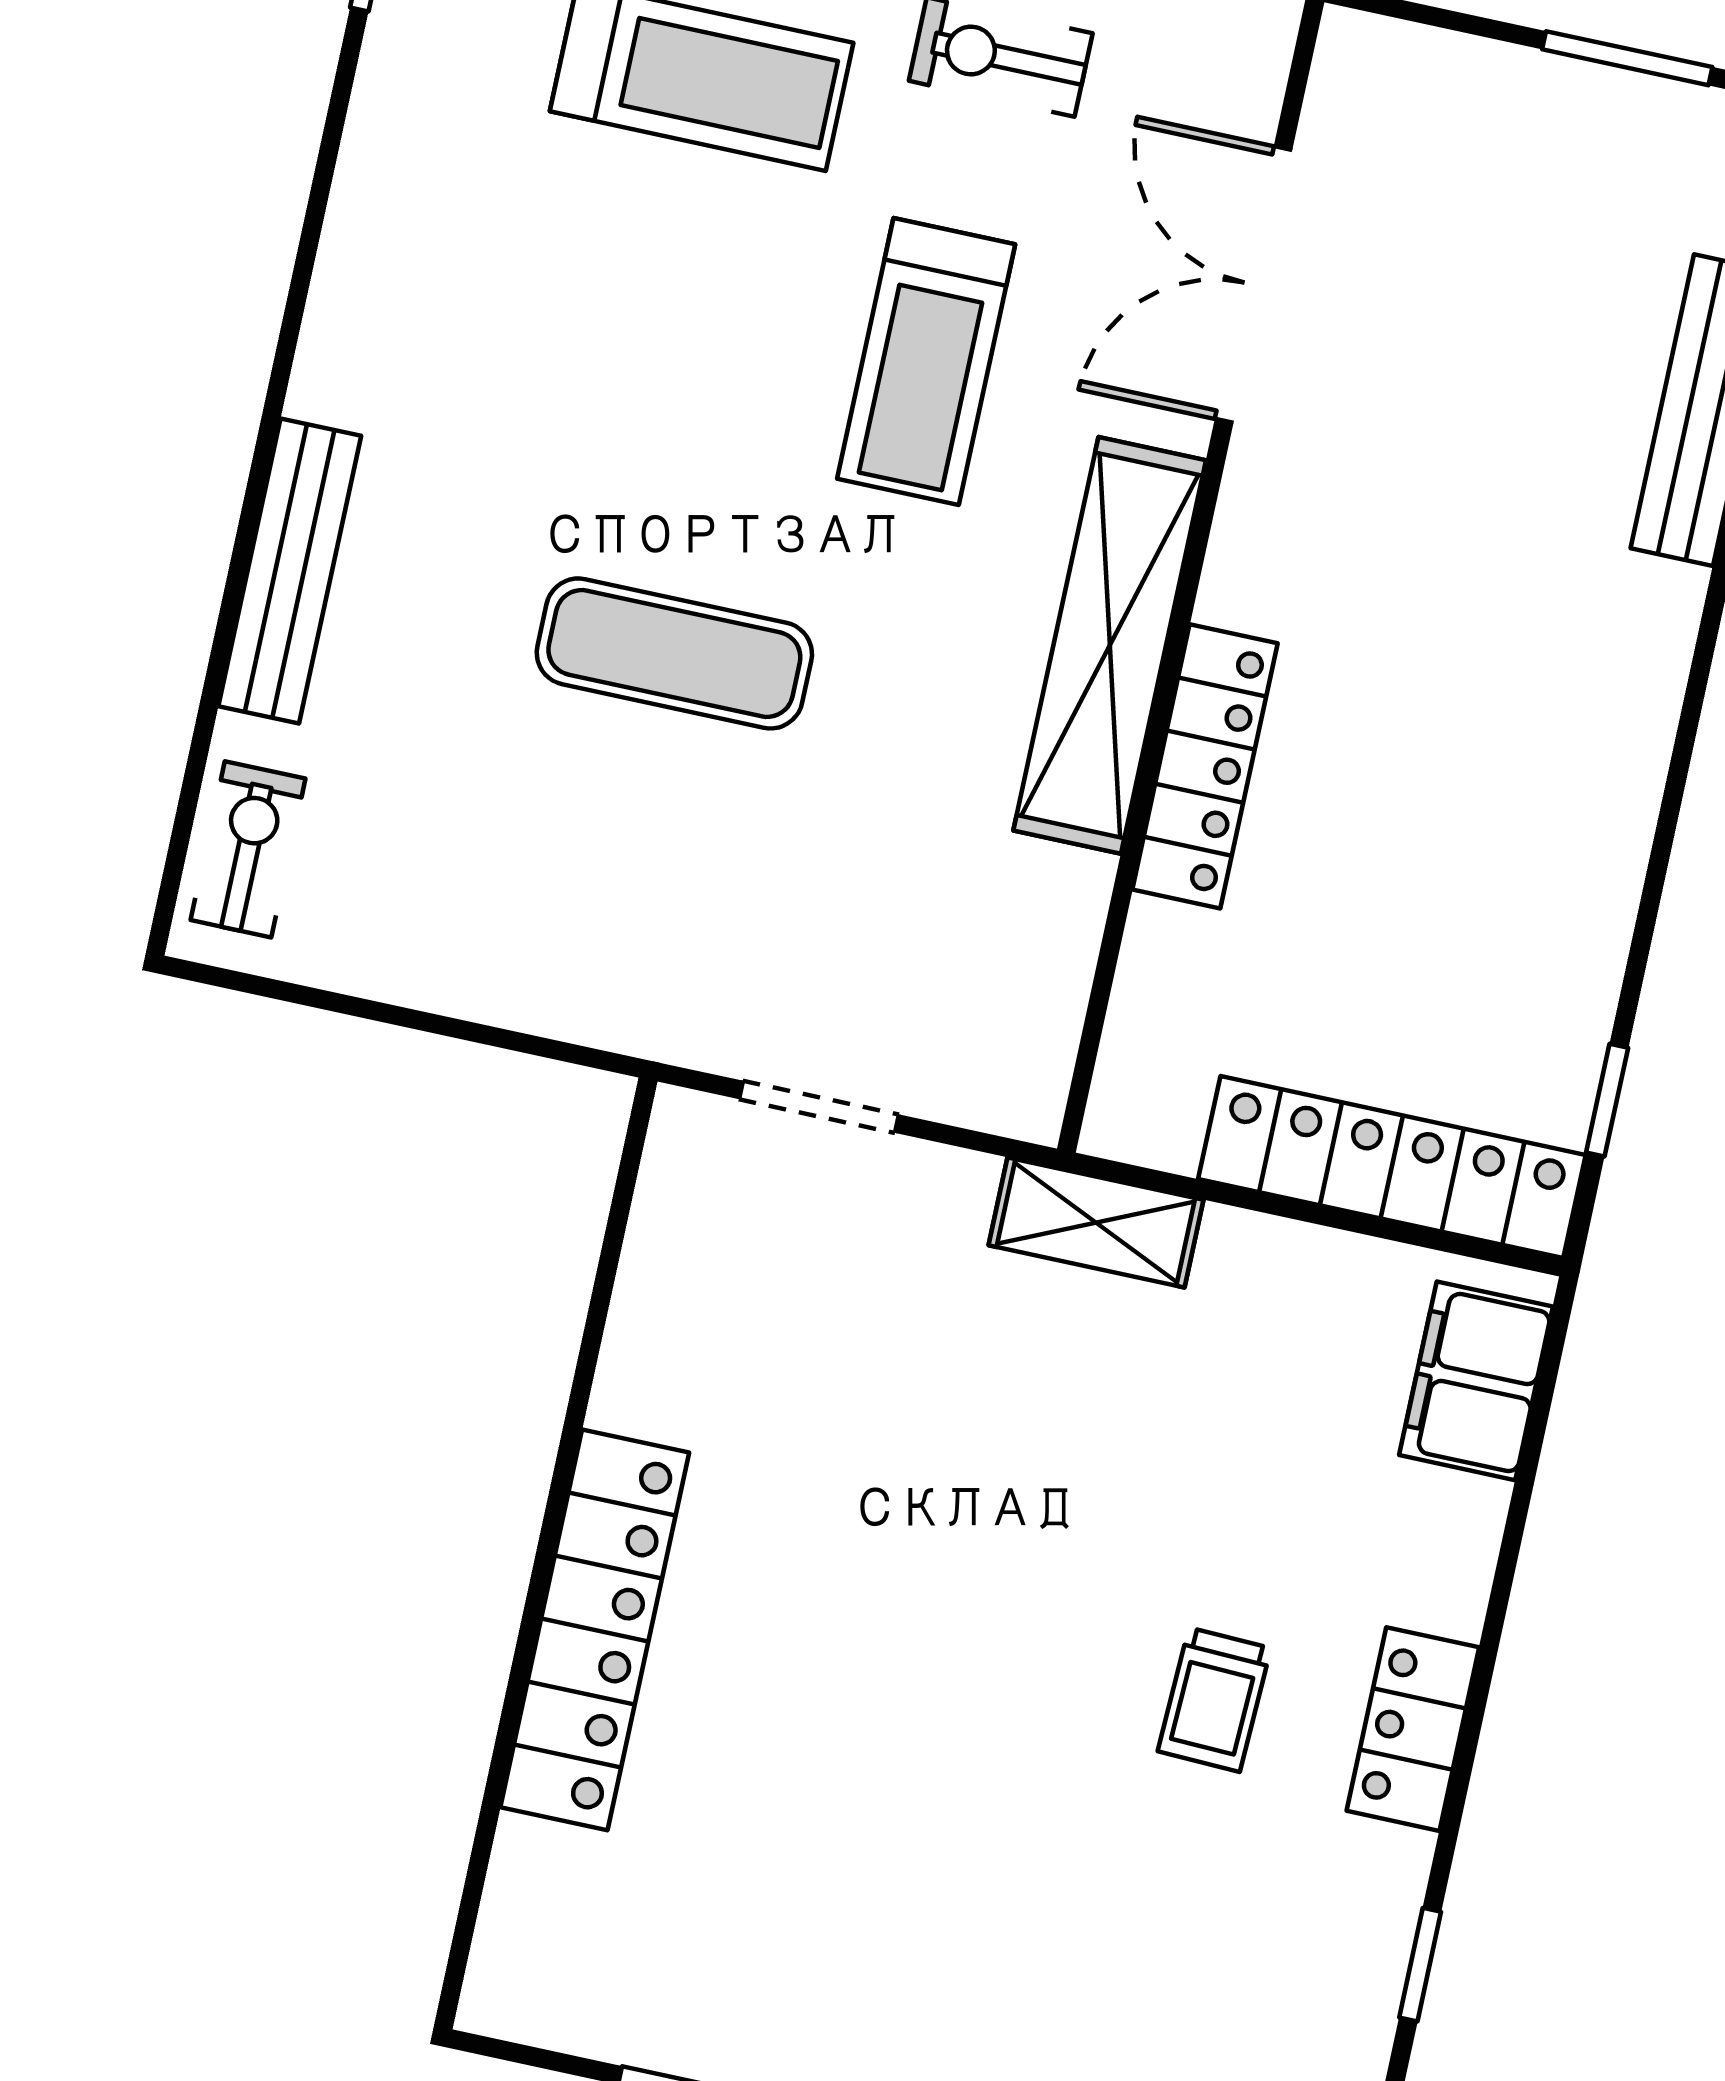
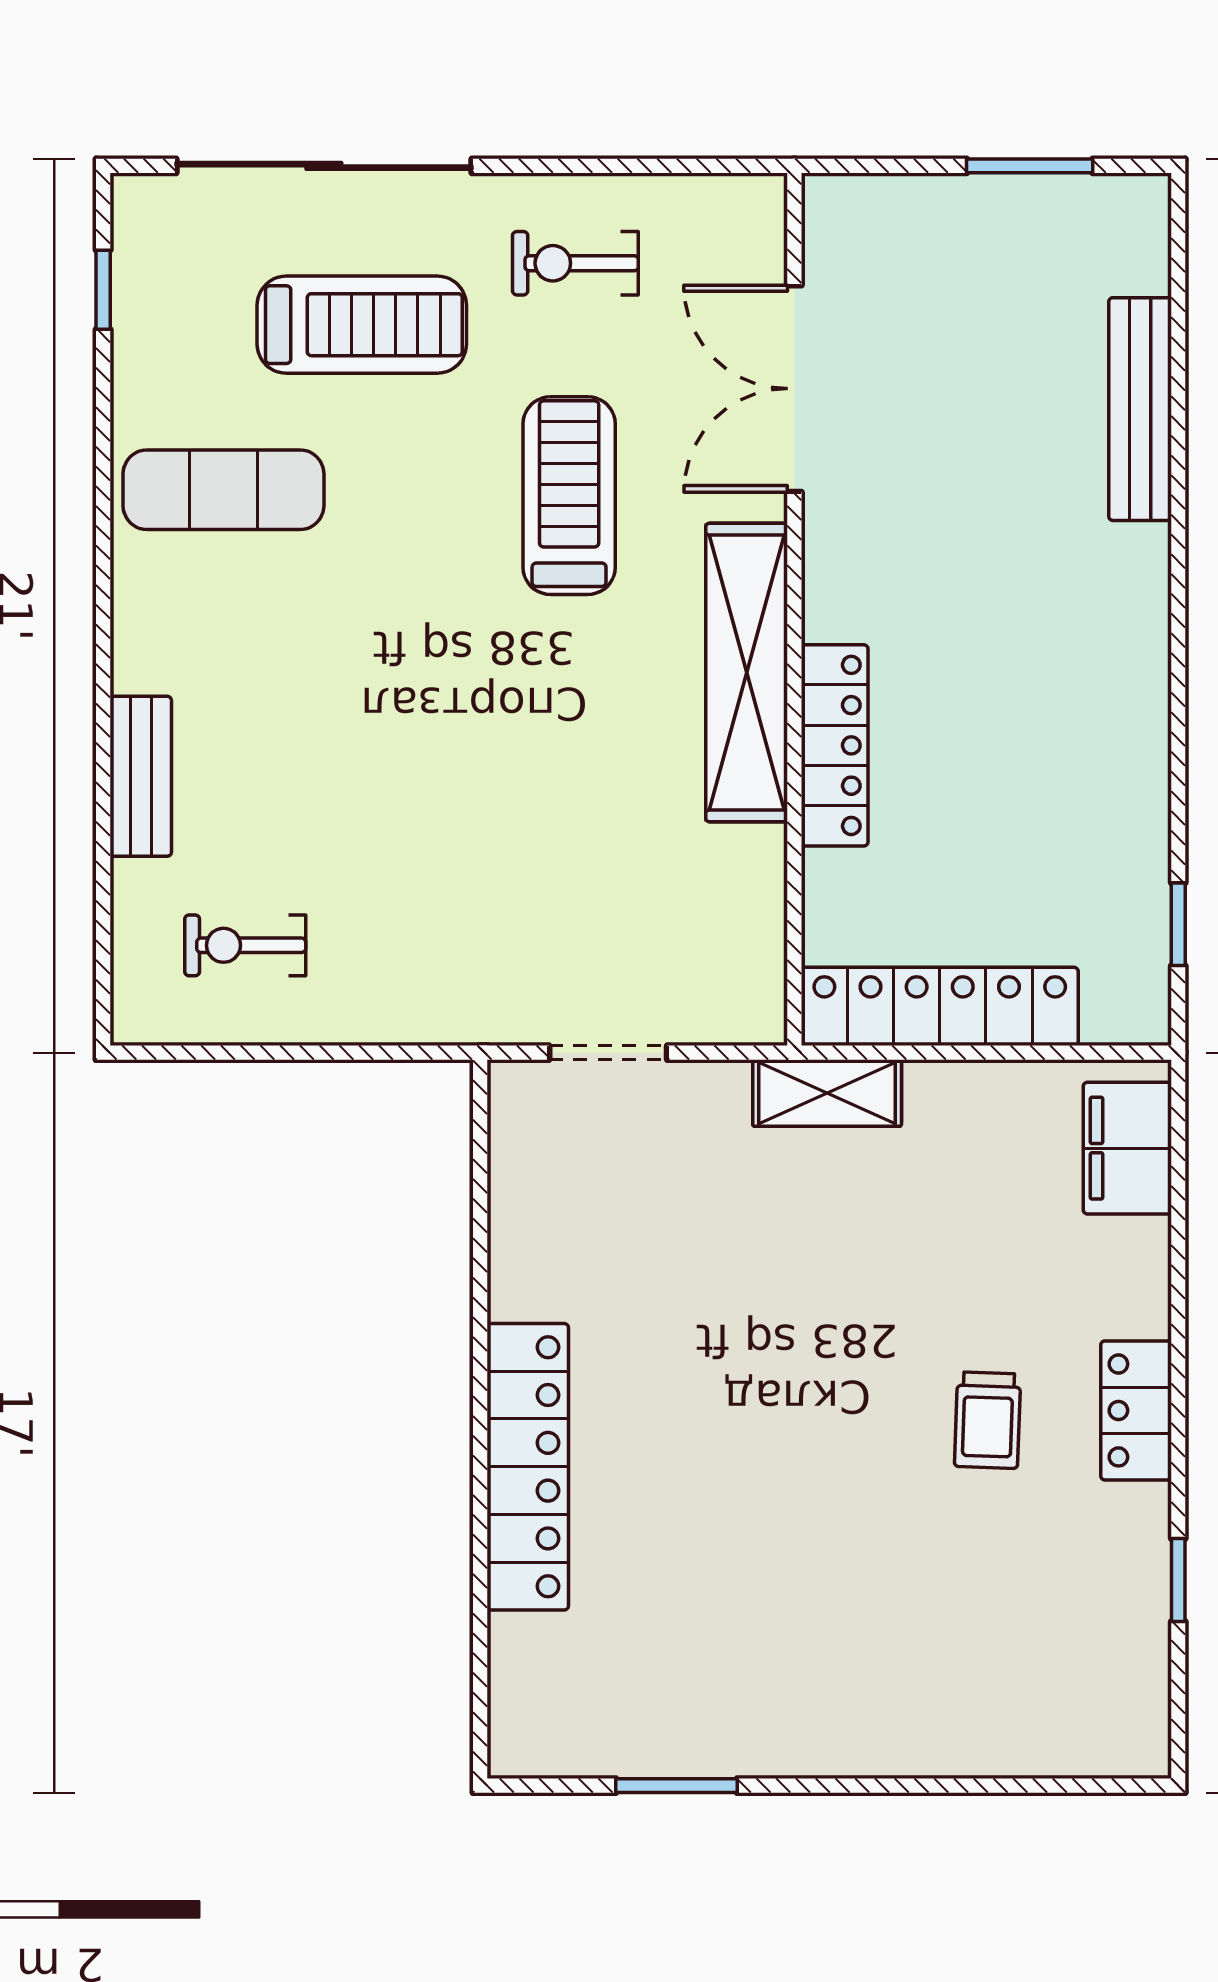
treadmill: (926, 361) -> (569, 496), turned 180
bench: (290, 571) -> (141, 776), width x0.73
exercise mat: (674, 653) -> (223, 490), moved
exercise bike: (248, 849) -> (245, 945), moved, turned -90
locker: (1392, 1167) -> (940, 1006), moved

